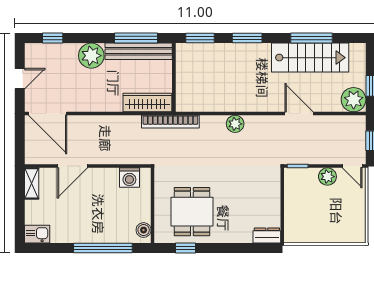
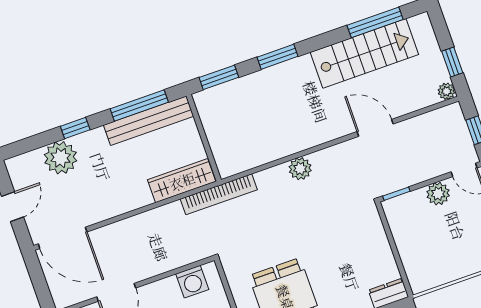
window: (53, 38) -> (75, 128), moved
window: (312, 38) -> (375, 22), moved
plant: (91, 56) -> (61, 158), moved
plant: (354, 100) -> (446, 91), width x0.53, depth x0.53

